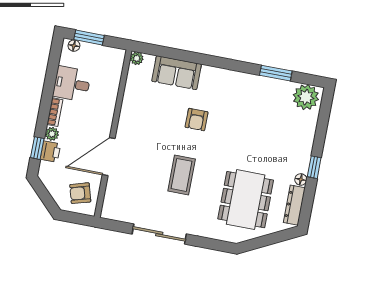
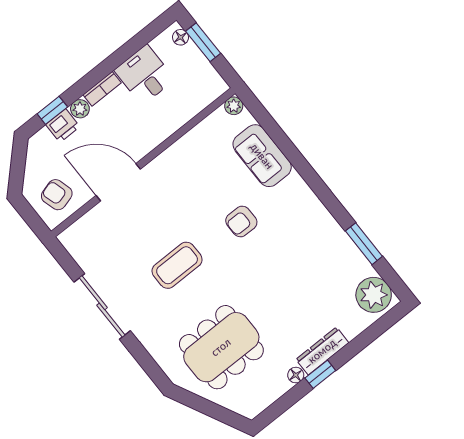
dresser: (294, 205) -> (322, 351), moved

